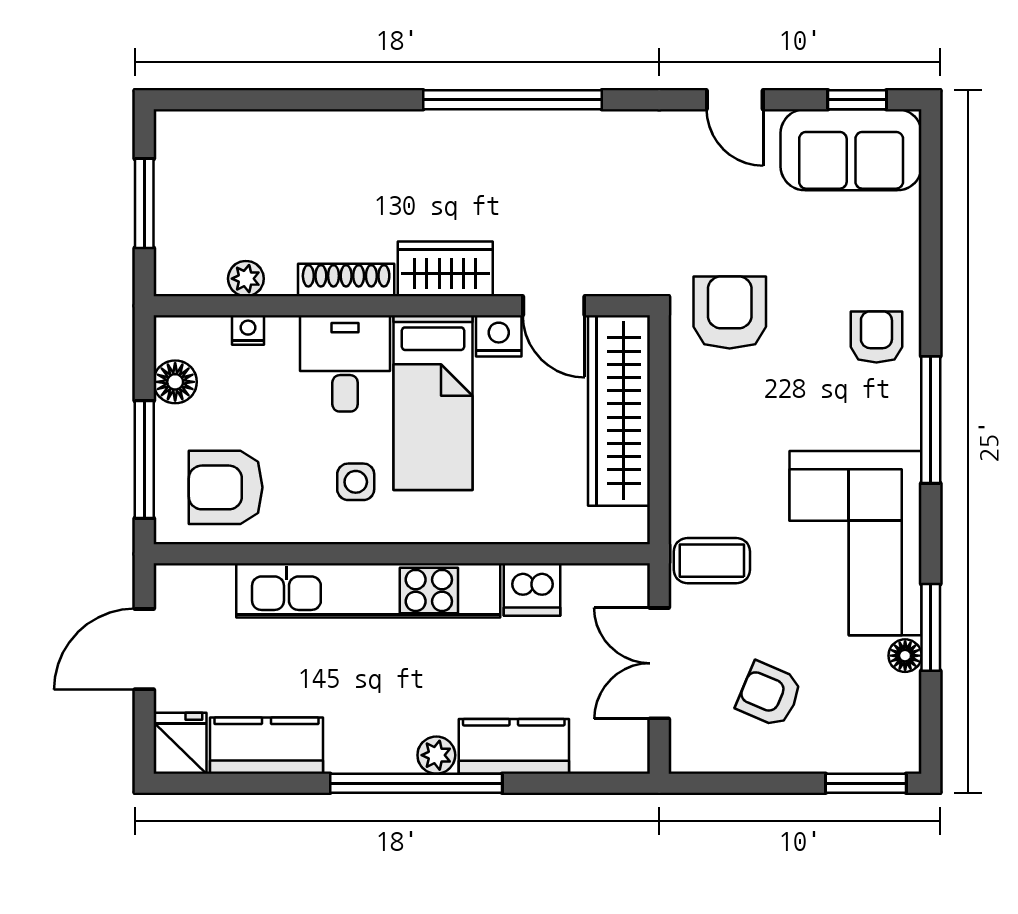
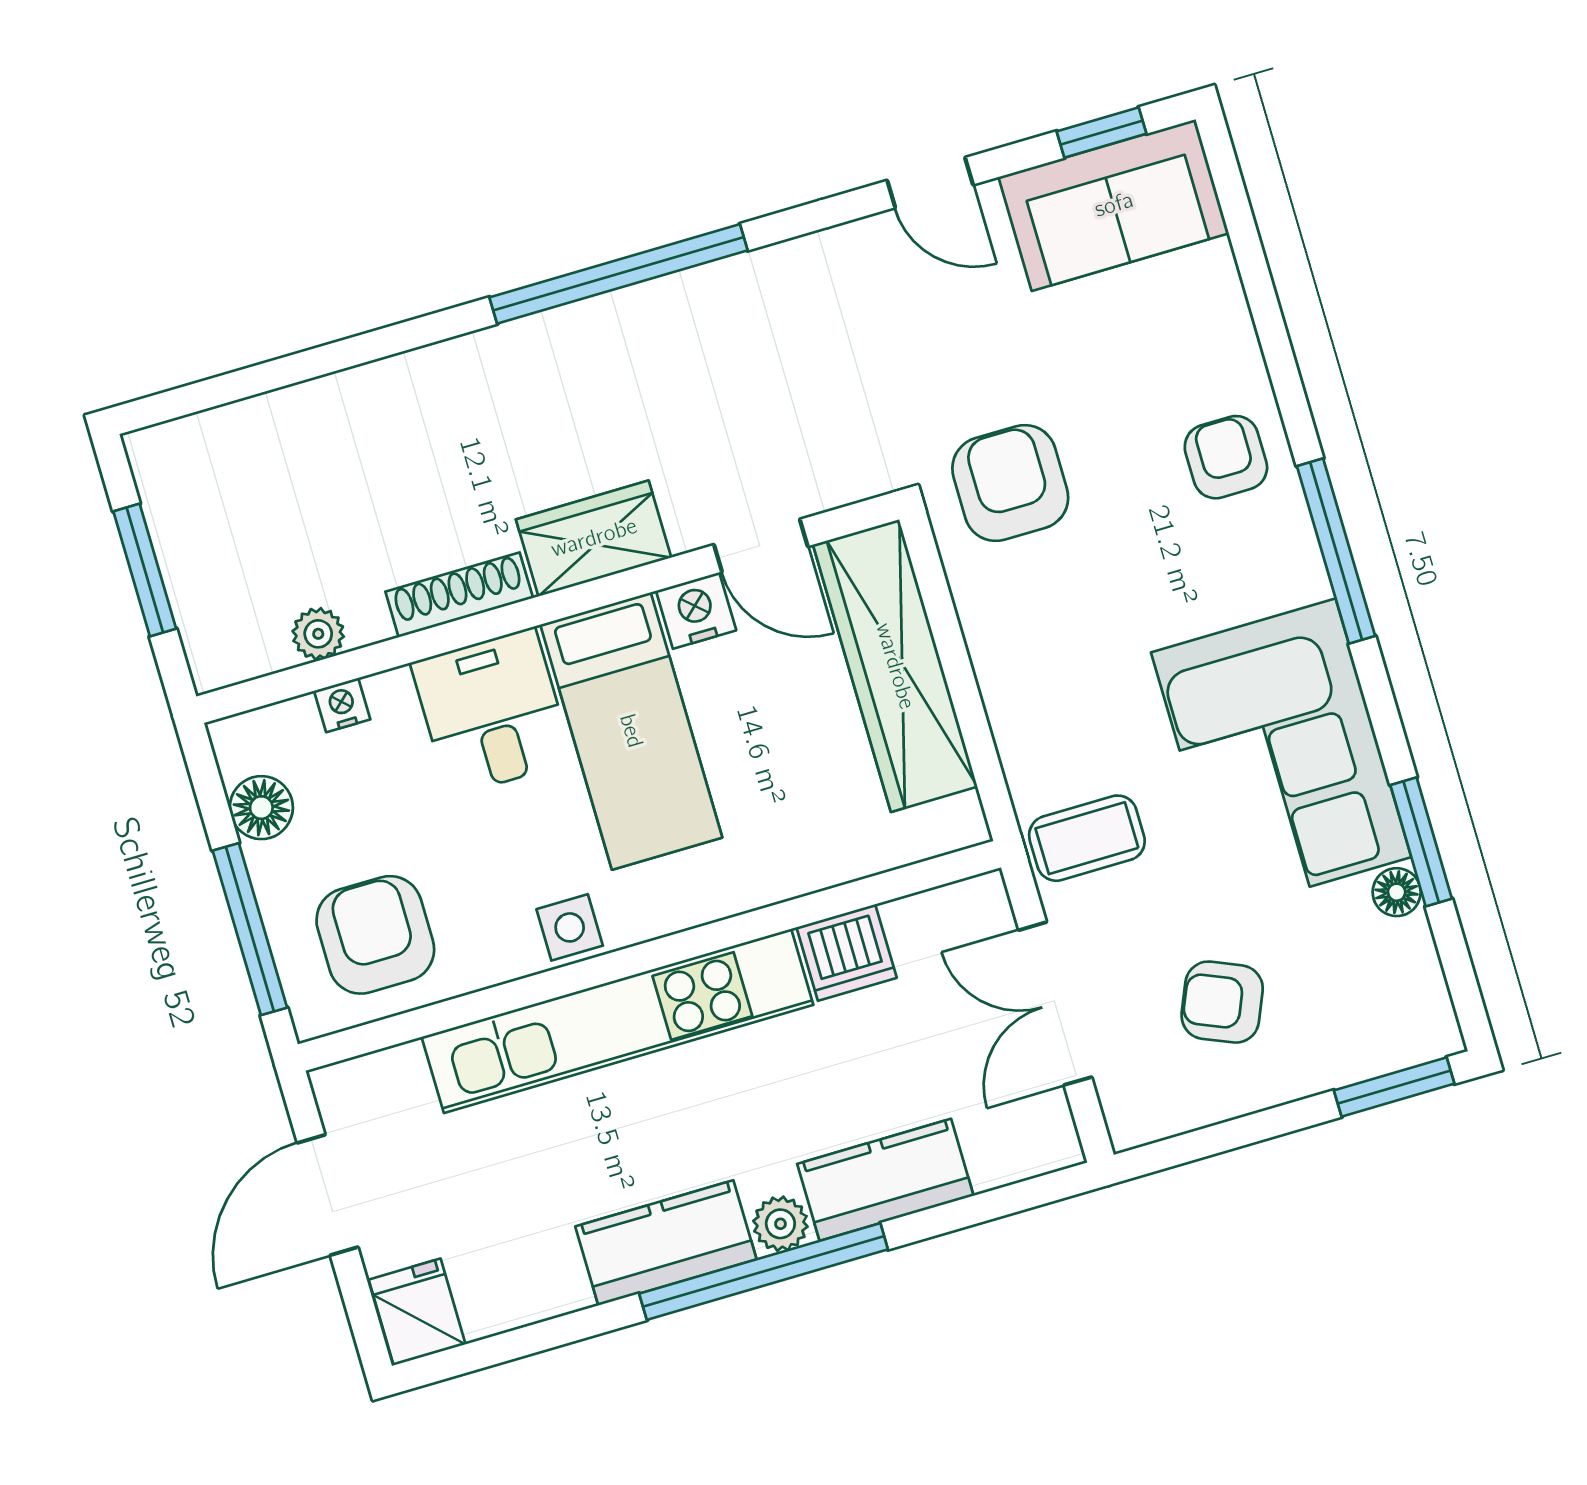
side table: (356, 482) -> (570, 927), moved
armchair: (226, 487) -> (375, 935), turned 90
kitchen counter: (267, 746) -> (666, 1243), moved

